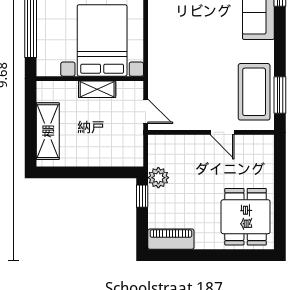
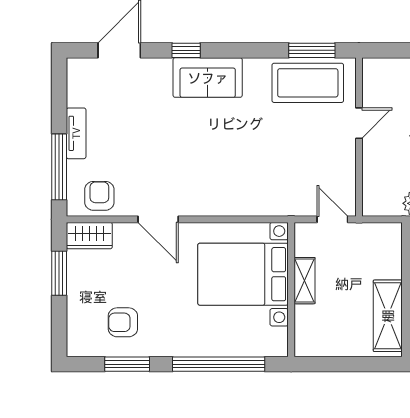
door: (146, 111) -> (332, 219), hinge flipped
shelving: (48, 131) -> (388, 316), moved, turned 90

